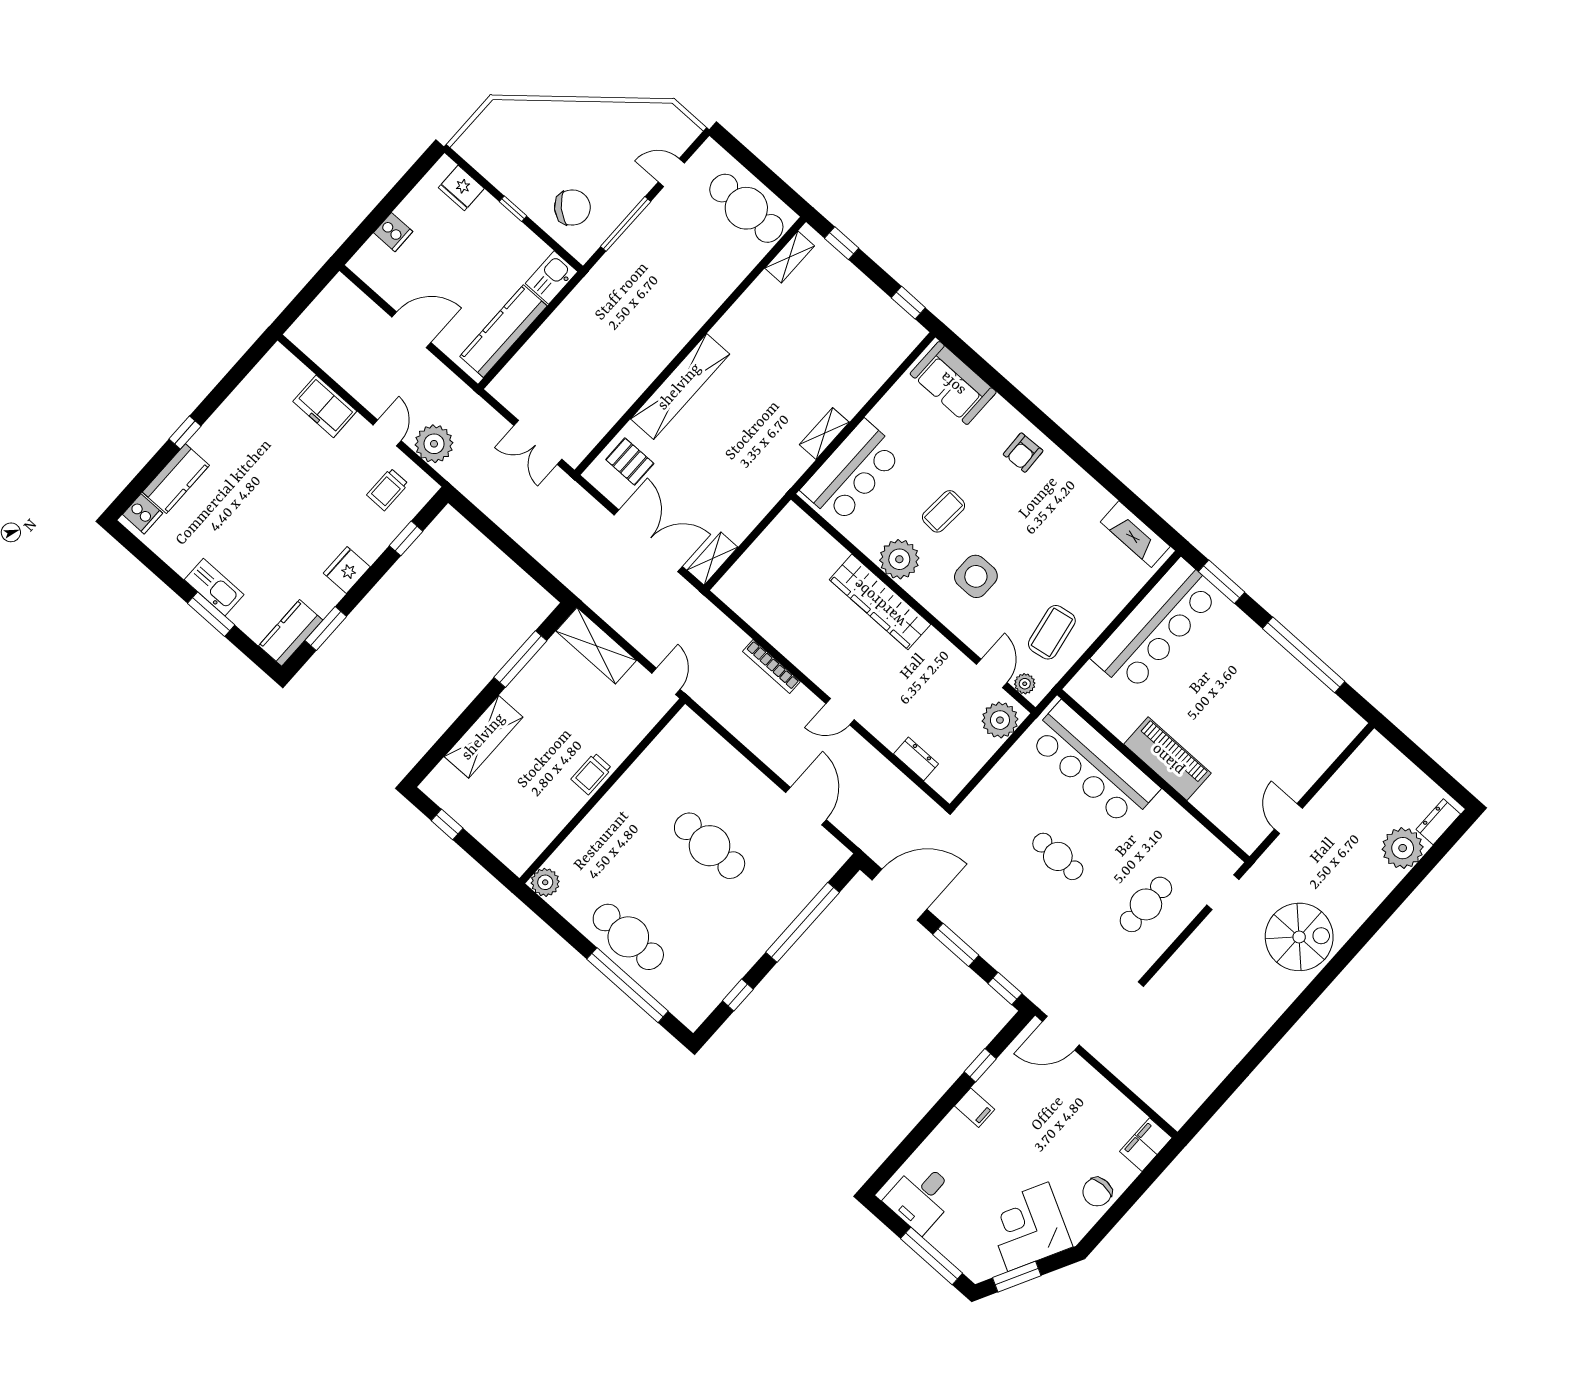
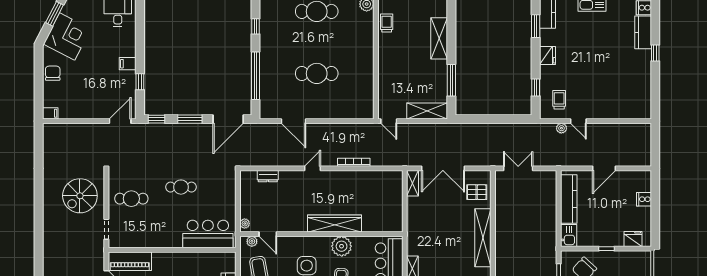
freezer: (325, 406) -> (611, 110), removed
plant: (434, 444) -> (561, 128), width x0.53, depth x0.53
plant: (1000, 720) -> (245, 224), width x0.53, depth x0.53
piano: (1168, 759) -> (130, 261), moved
bar counter: (1093, 764) -> (208, 234), width x0.73
trolley: (591, 774) -> (387, 23), moved
cafe table: (1146, 904) -> (131, 199), turned 90
spiral stairs: (1299, 937) -> (80, 196), moved
filing cabinet: (1146, 1145) -> (50, 113), width x0.50

